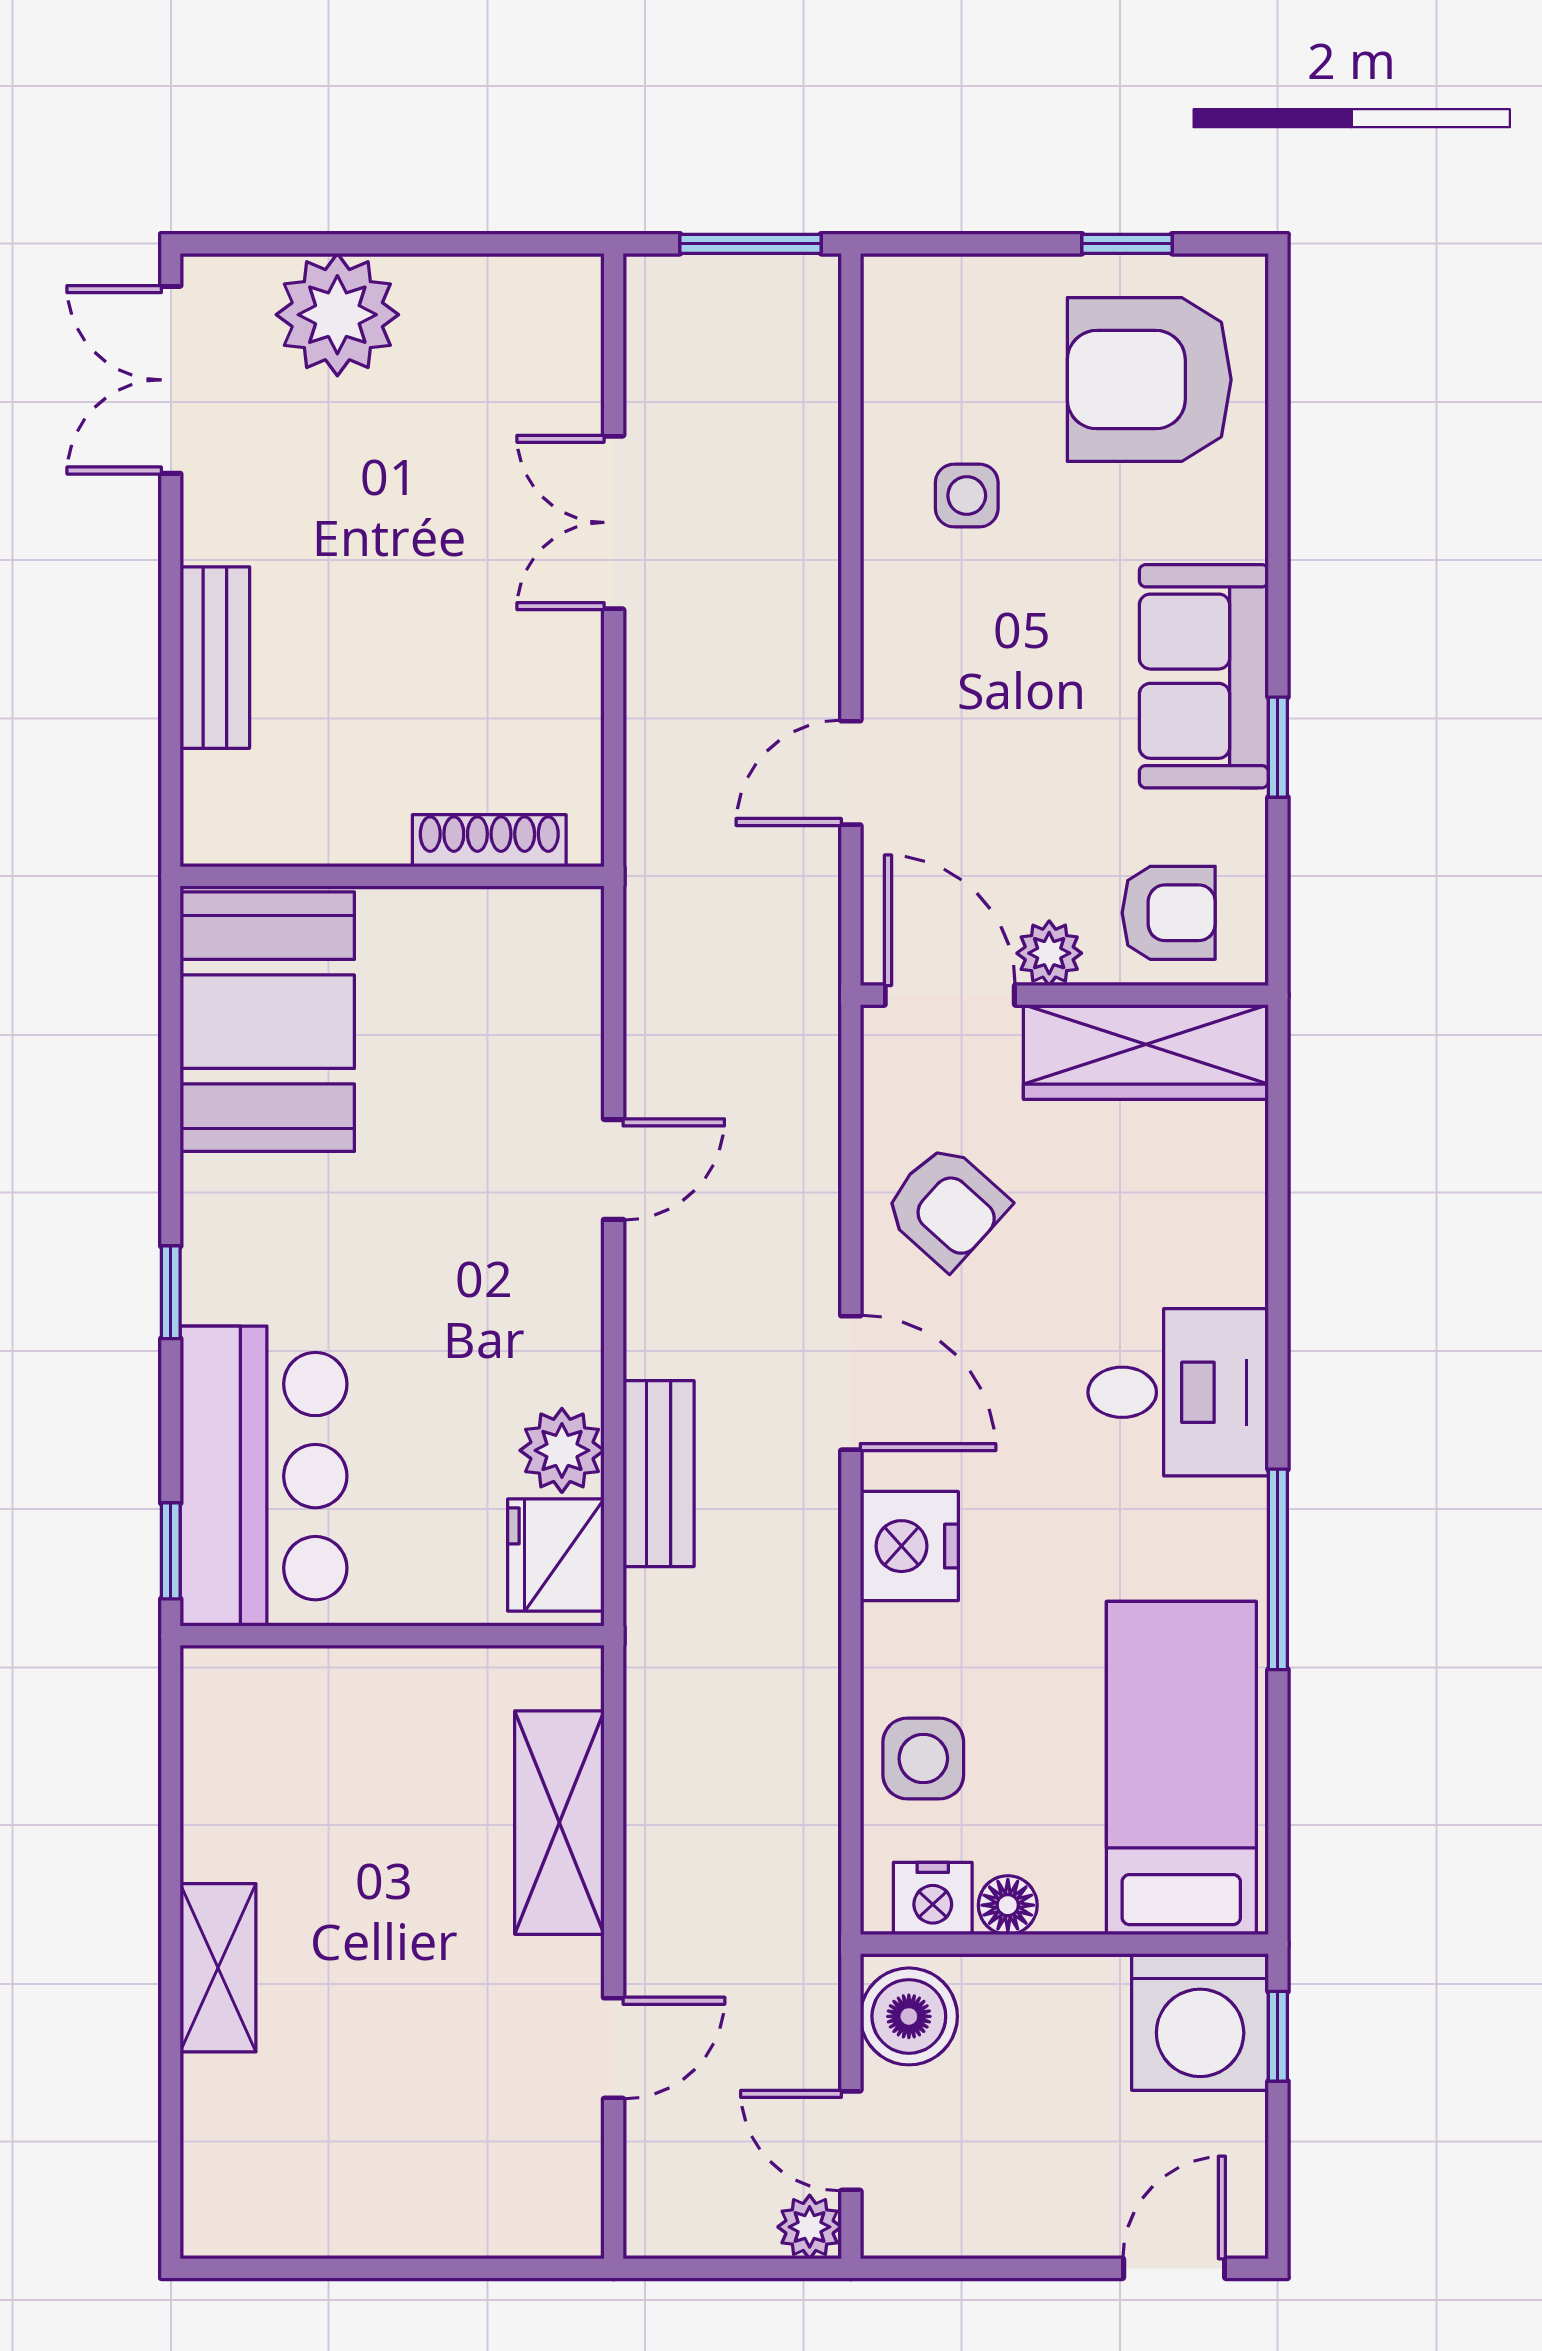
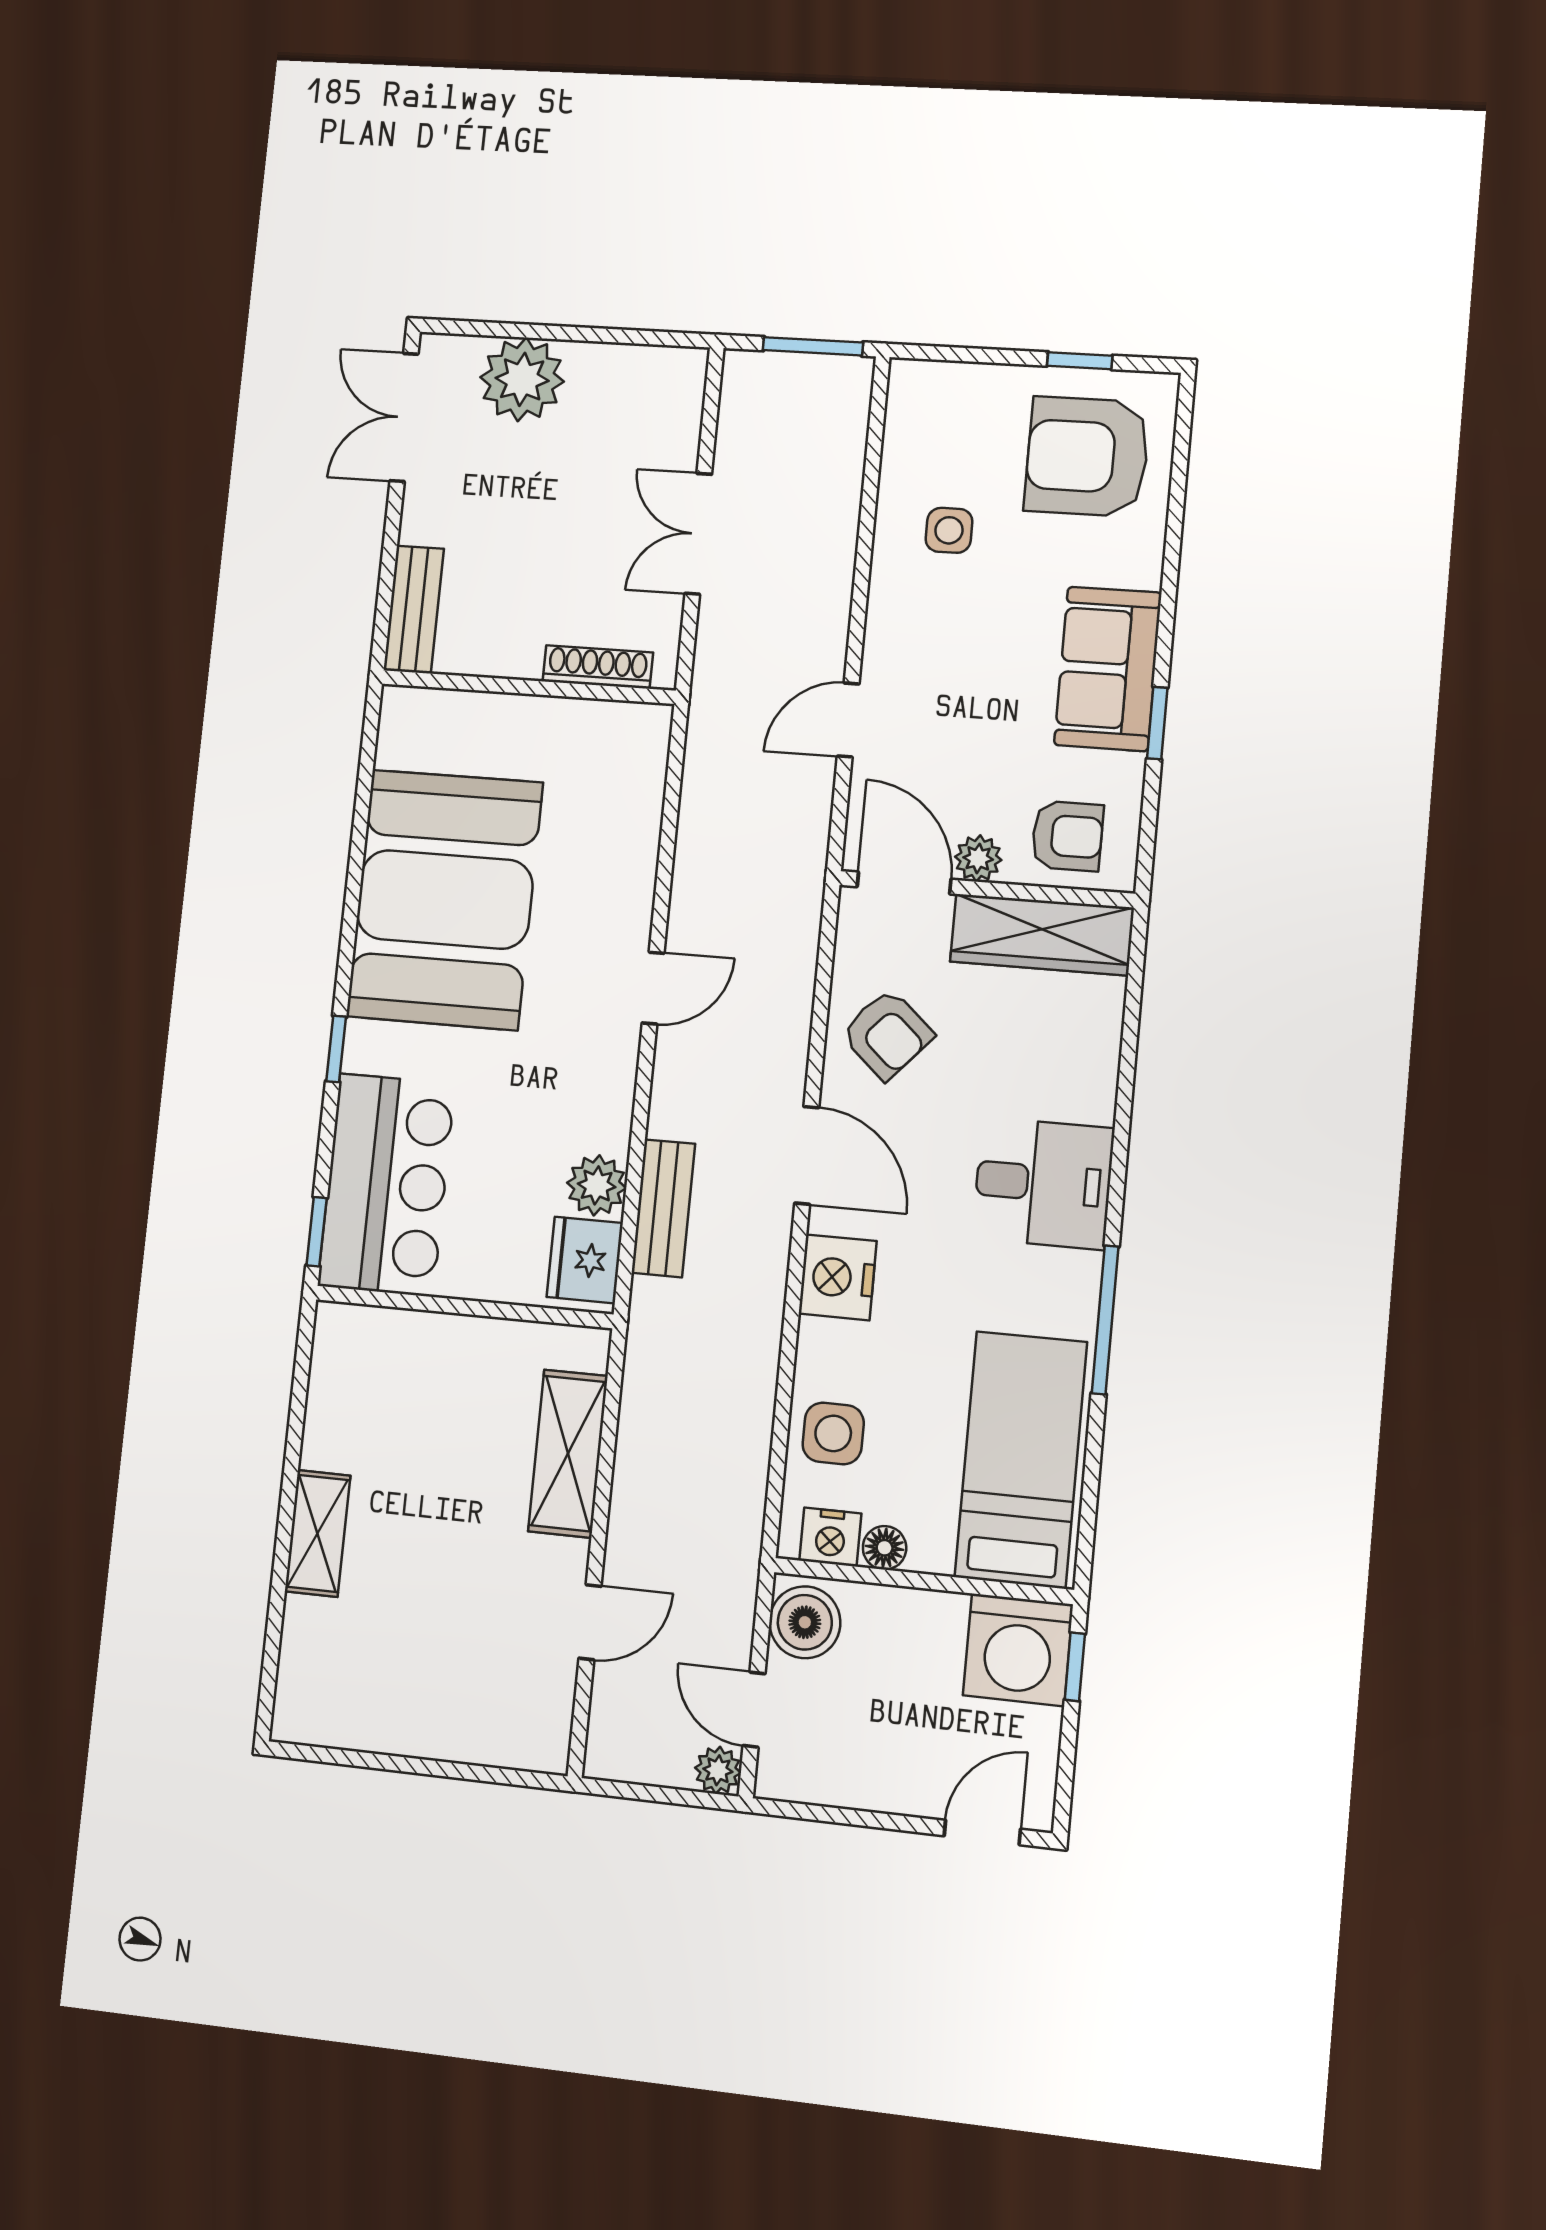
shoe rack: (489, 841) -> (598, 667), moved
wall: (392, 876) -> (528, 687), moved
booth: (267, 1022) -> (445, 899), width x1.36, depth x1.42

